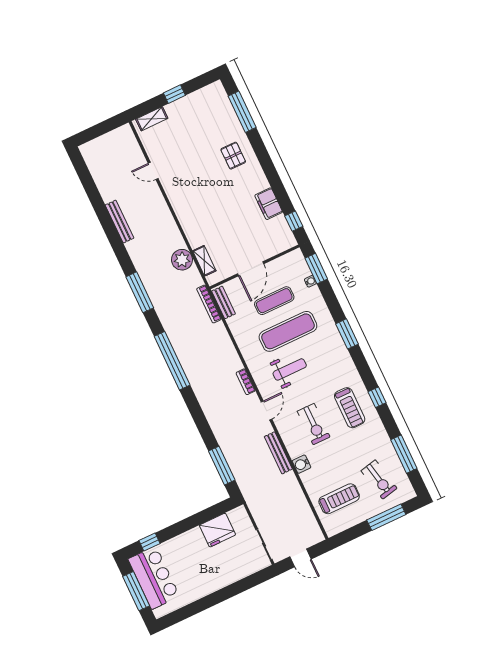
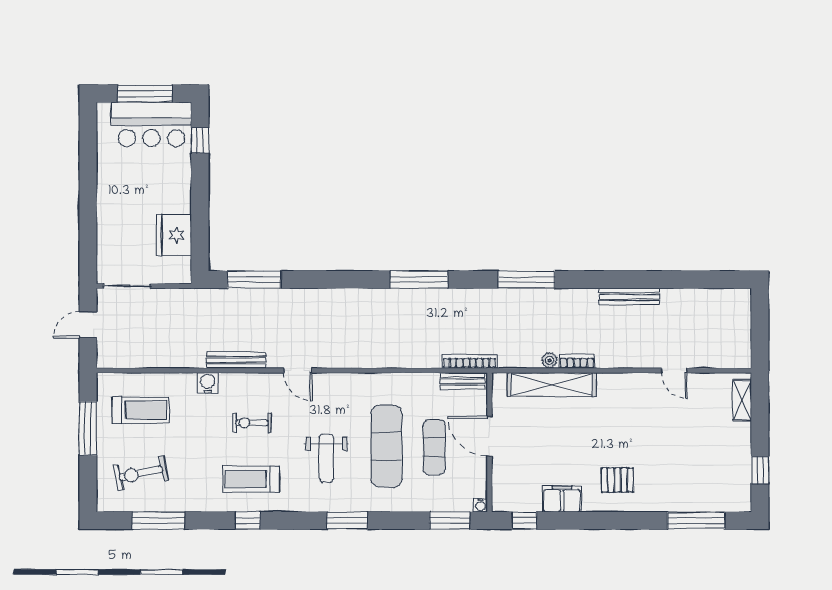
window: (174, 94) -> (760, 470), moved
pallet: (233, 156) -> (617, 480), moved
door: (153, 171) -> (674, 370), swing flipped
plant: (182, 260) -> (550, 360), width x0.53, depth x0.53
shelving: (204, 261) -> (552, 385), width x2.20, depth x1.33
water cooler: (310, 281) -> (481, 505), moved
window: (172, 361) -> (419, 280), width x0.68
weight bench: (290, 369) -> (326, 458), moved
bookcase: (246, 382) -> (577, 361), moved
exercise bike: (314, 424) -> (252, 423), width x0.73, depth x0.72
treadmill: (339, 499) -> (140, 410), turned -90
window: (386, 517) -> (88, 428), moved

